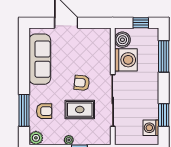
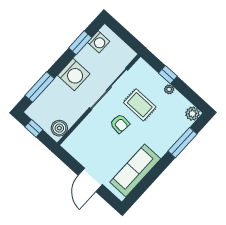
washing machine: (126, 60) -> (74, 75), moved, turned 180
armchair: (44, 111) -> (168, 128), removed

